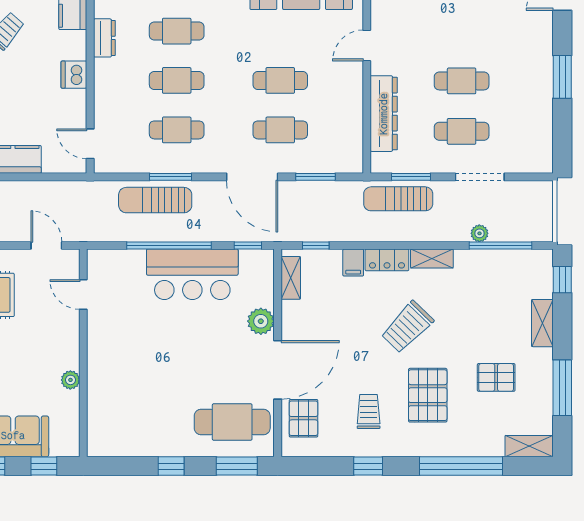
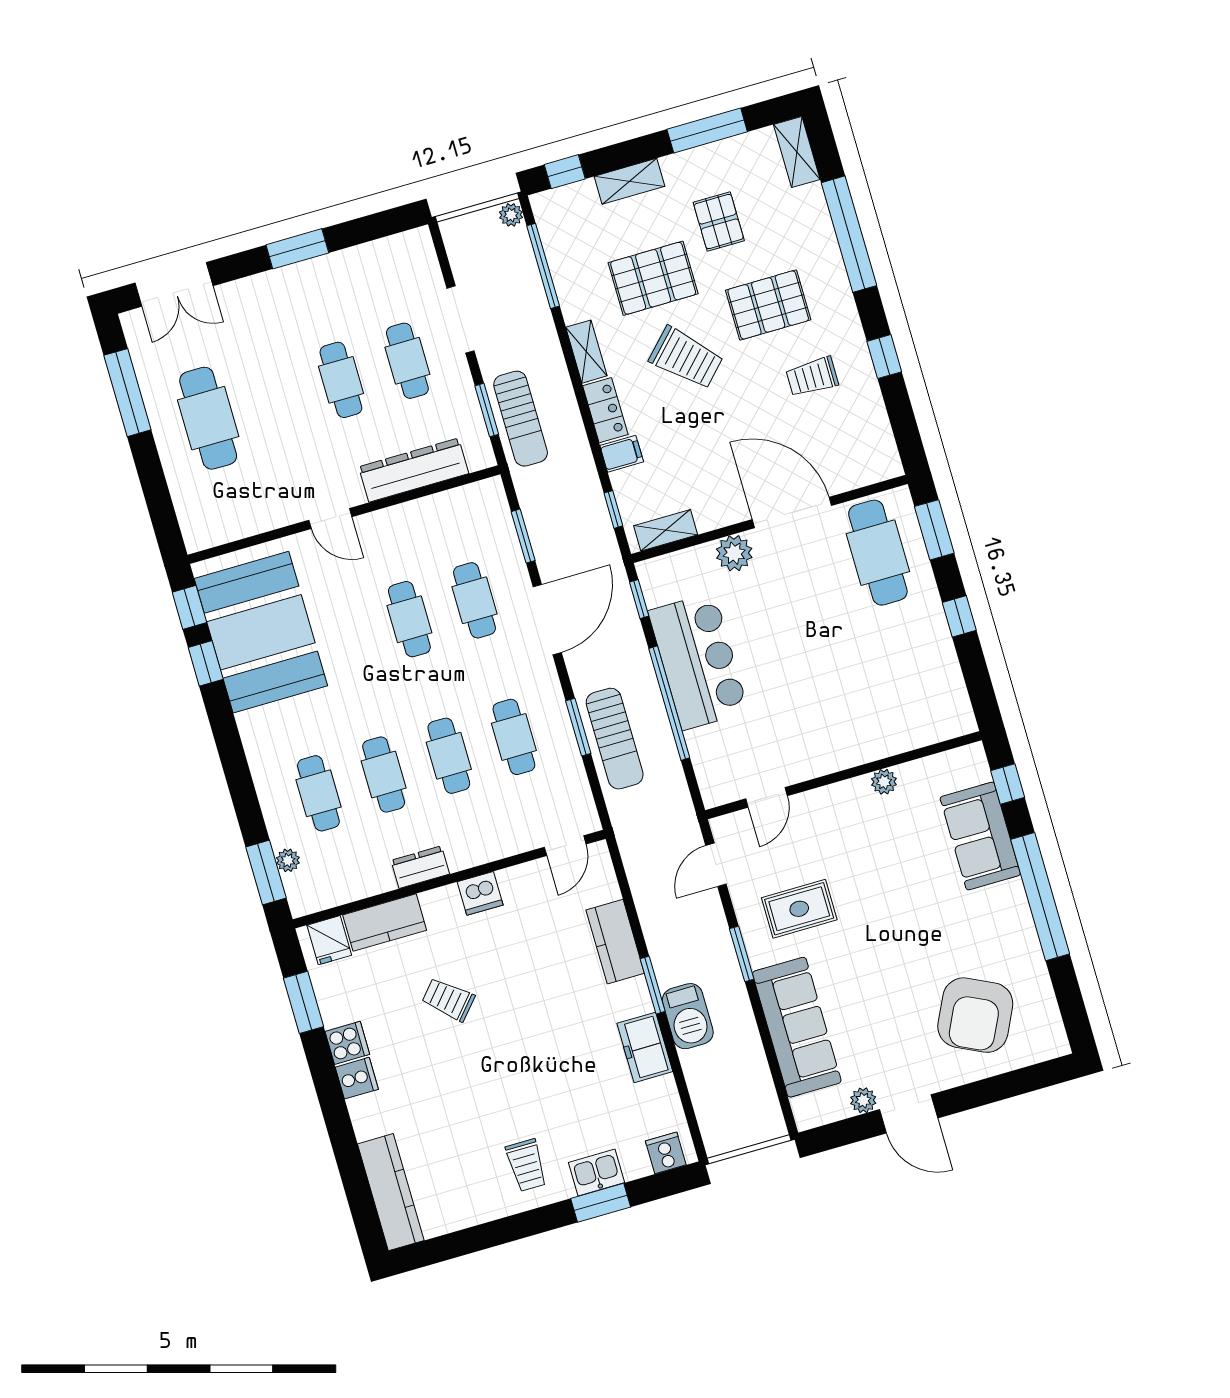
plant: (479, 233) -> (511, 215), moved
pallet: (303, 418) -> (653, 278), moved, width x1.50, depth x1.42

